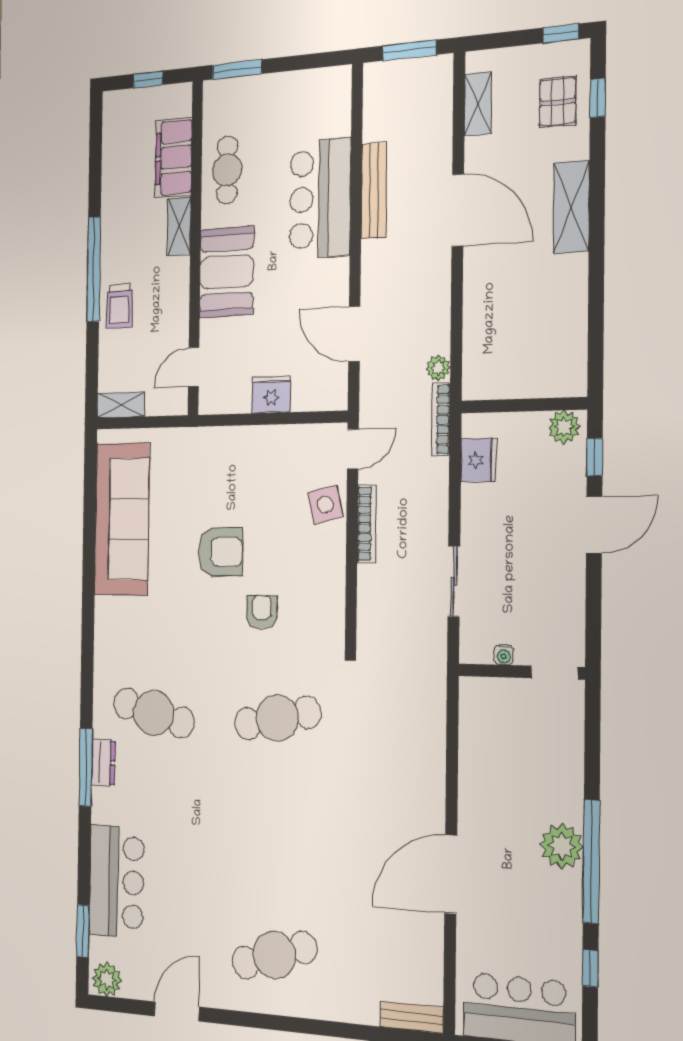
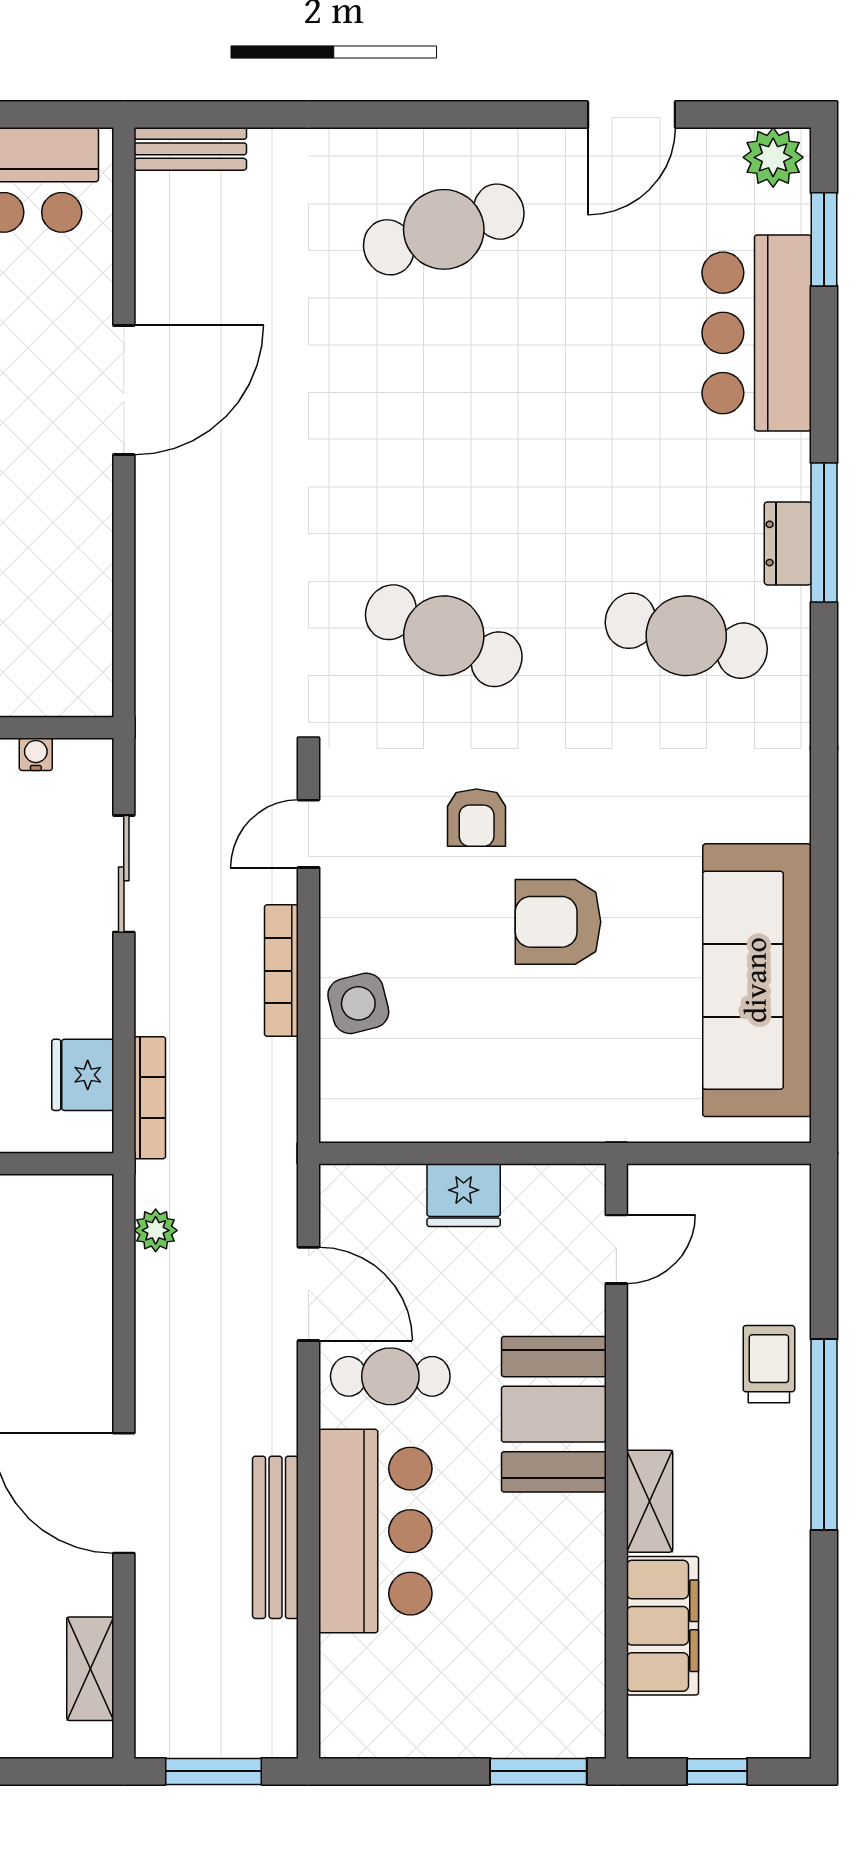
cafe table: (227, 170) -> (390, 1376), moved, turned 90
shelving: (121, 405) -> (762, 1186), removed
bookcase: (441, 420) -> (150, 1098), moved
door: (353, 449) -> (309, 834), moved
cafe table: (277, 718) -> (444, 636), turned 36

